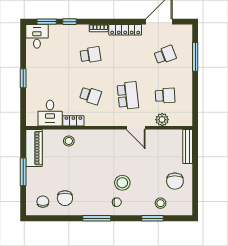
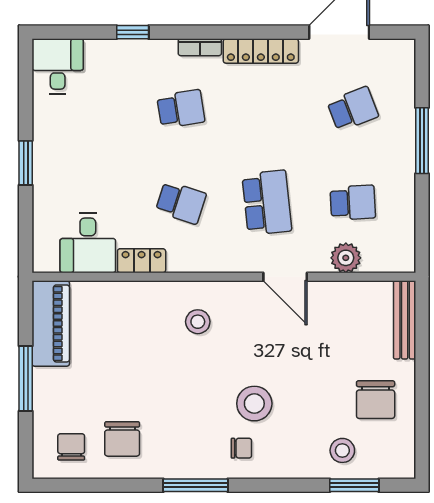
window: (47, 22) -> (80, 32), removed
window: (195, 57) -> (422, 141), moved
stool: (69, 141) -> (198, 322), moved
window: (152, 218) -> (354, 485), moved

